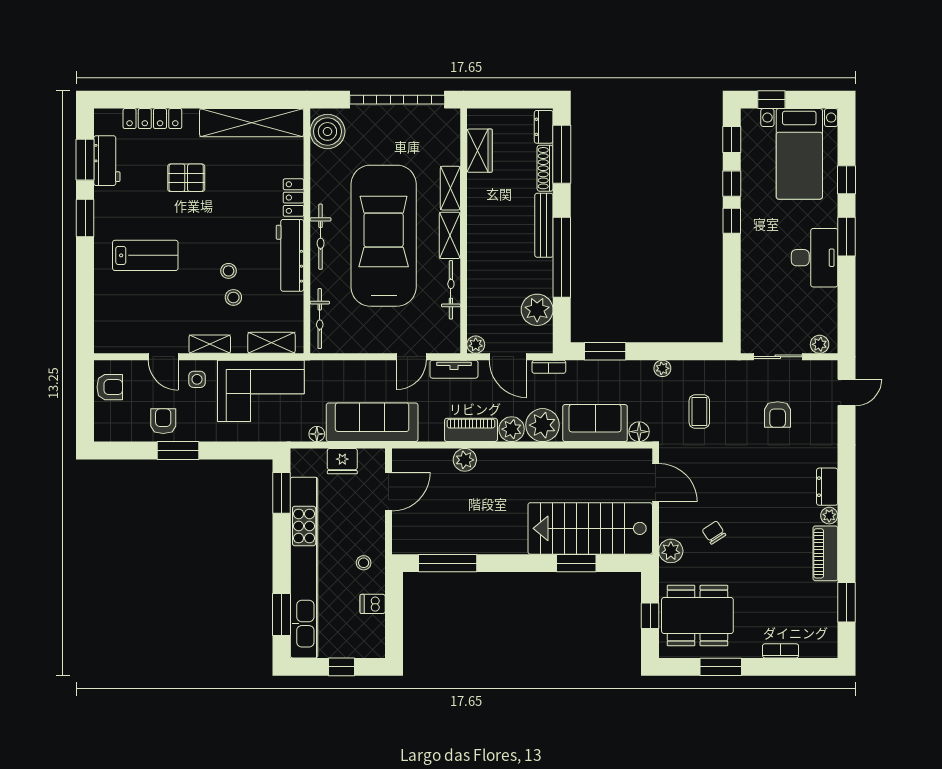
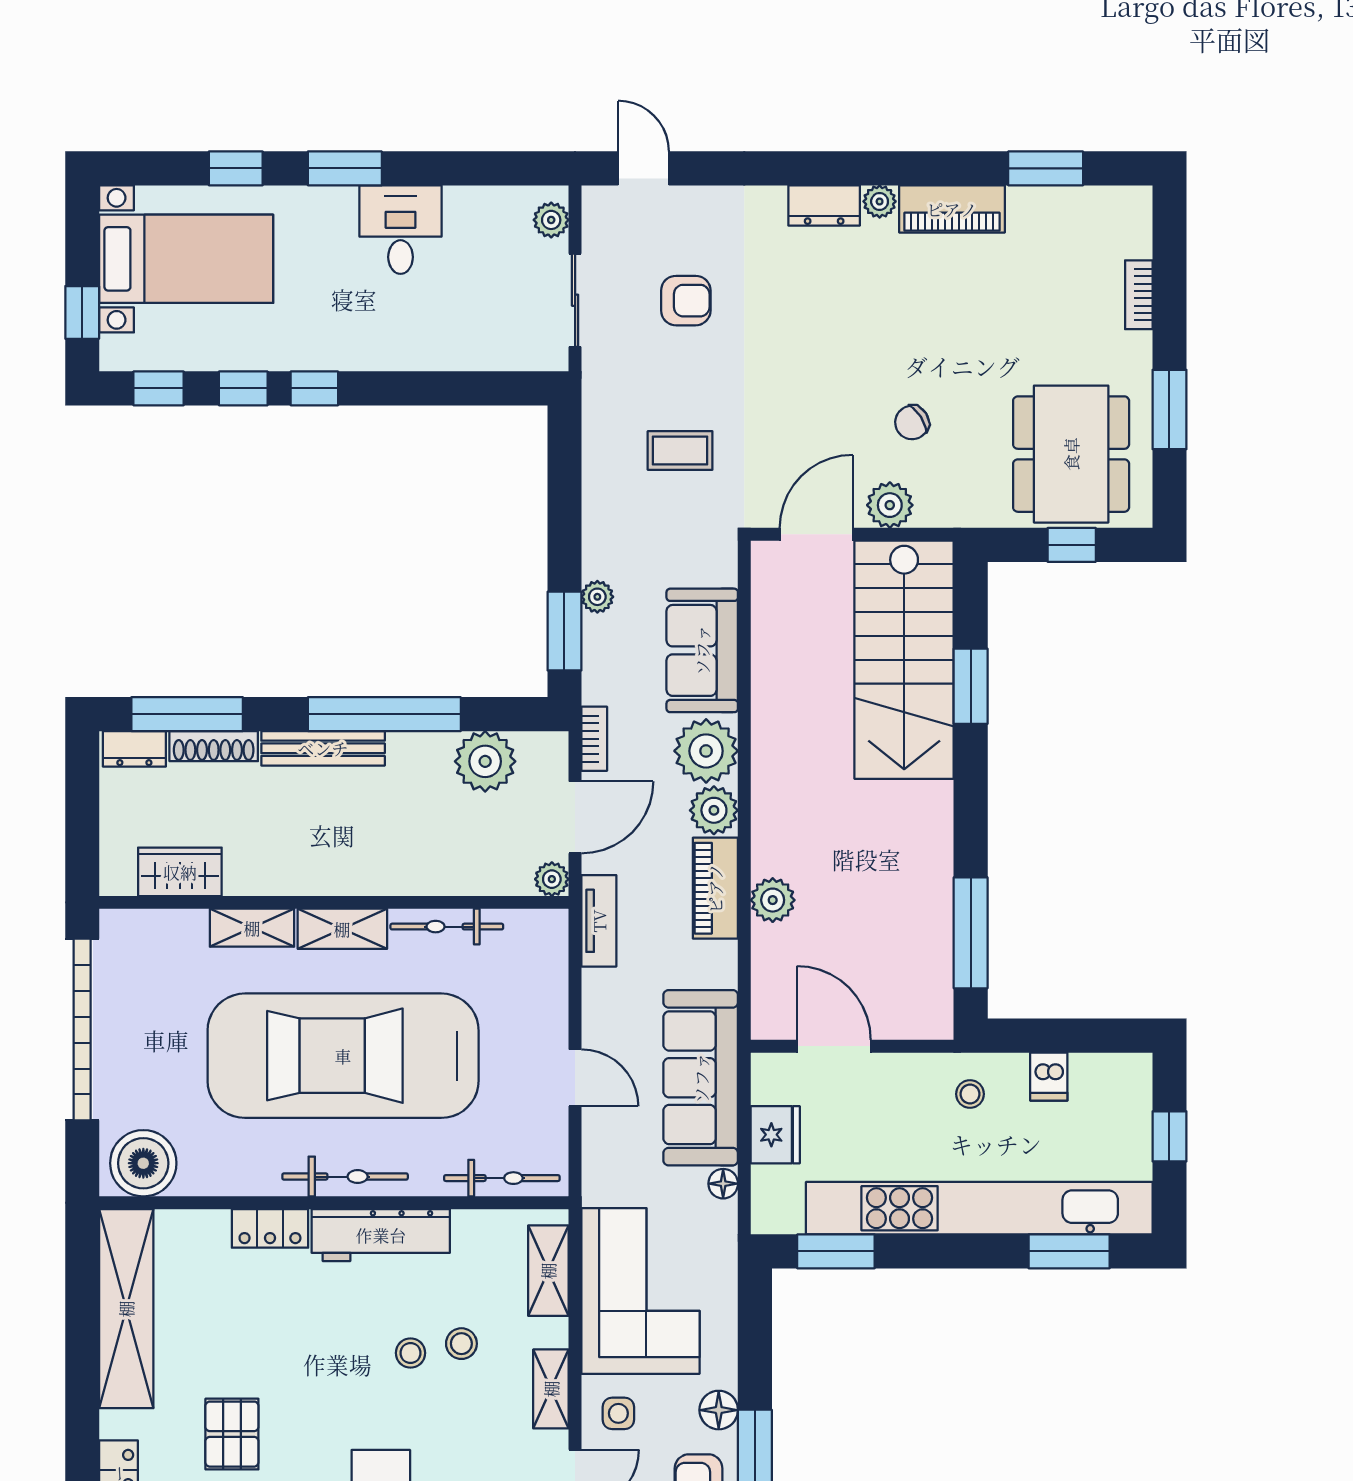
desk: (815, 258) -> (401, 230), width x0.73
door: (411, 357) -> (575, 1078), moved
plant: (662, 368) -> (597, 597), moved
floor lamp: (639, 432) -> (719, 1410), moved
plant: (671, 551) -> (890, 505), moved

